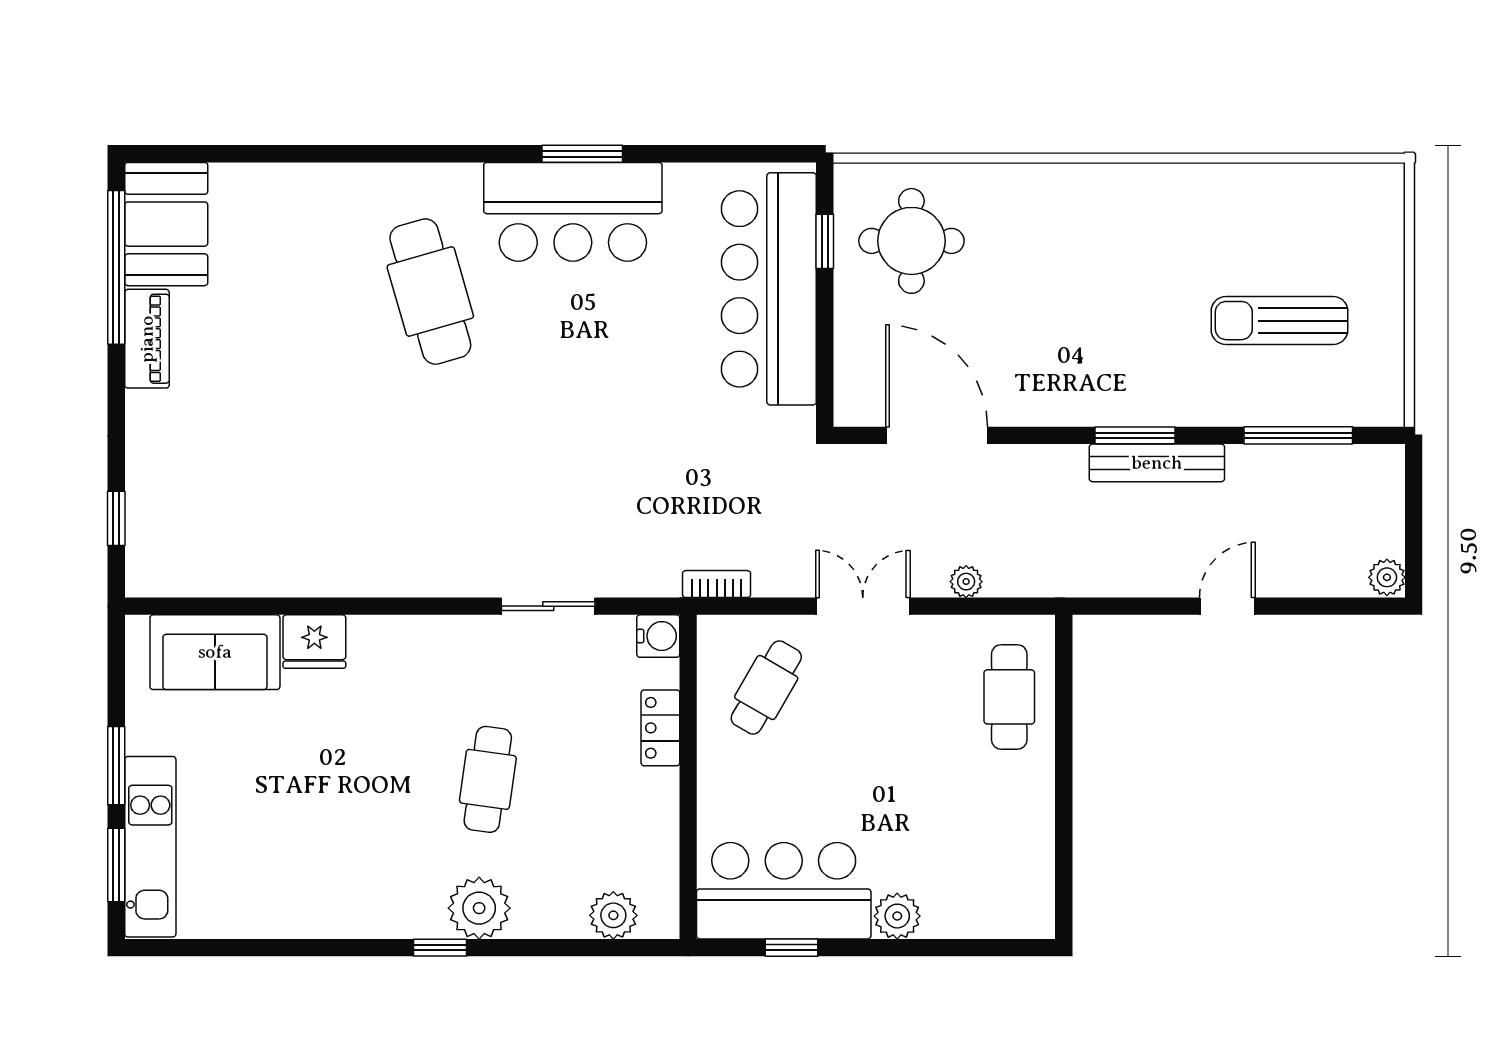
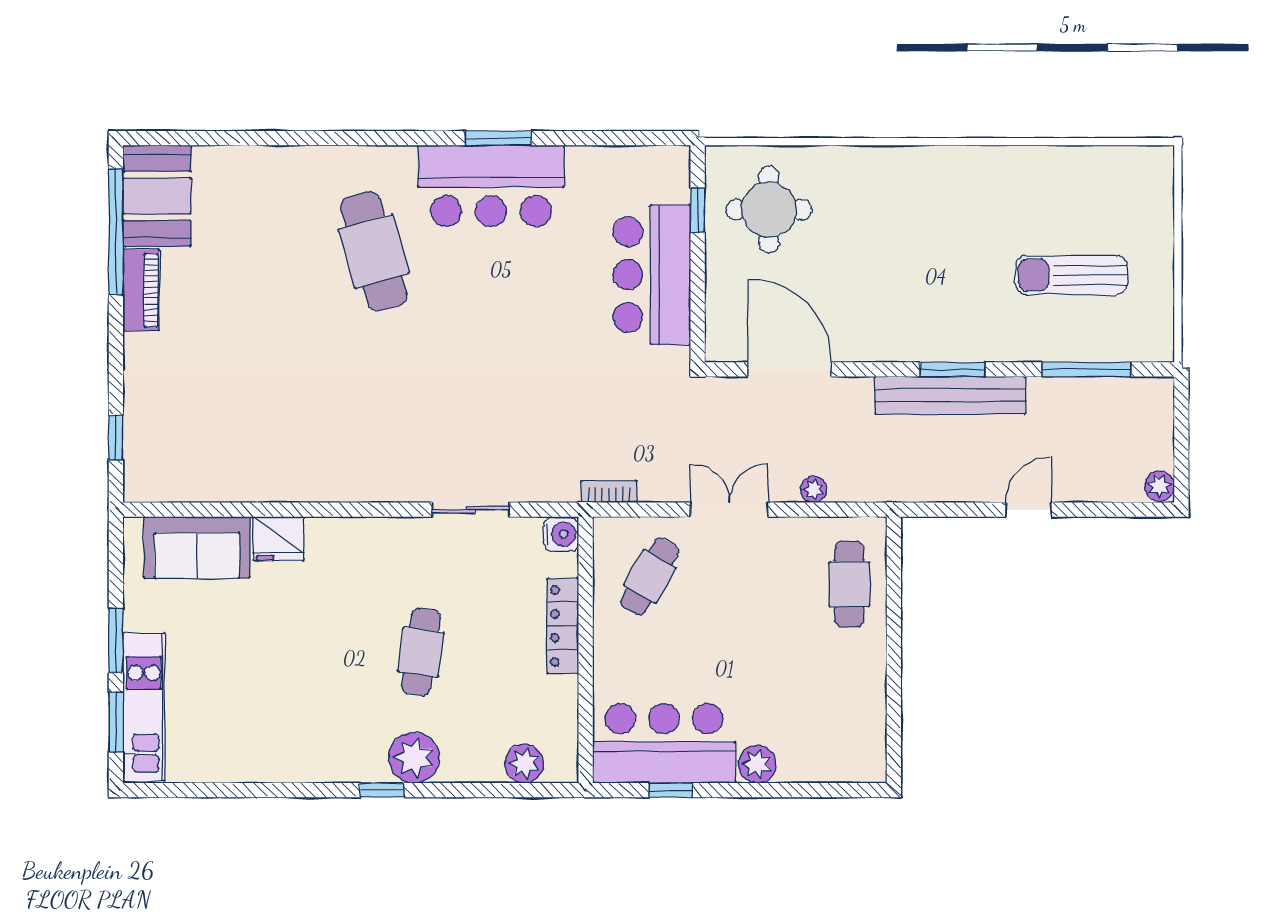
bar counter: (769, 289) -> (652, 275), width x0.73
bench: (1157, 463) -> (950, 395), width x1.37, depth x1.21
locker: (660, 728) -> (563, 626), width x1.53

